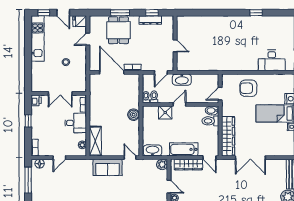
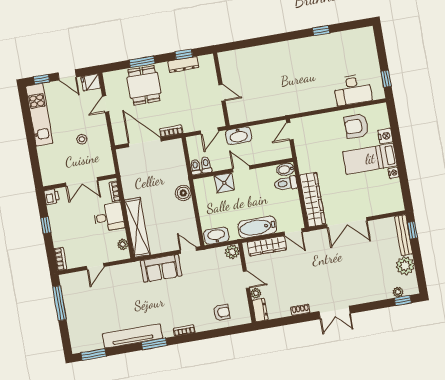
armchair: (248, 88) -> (357, 126), moved
door: (220, 94) -> (290, 131), moved
door: (179, 104) -> (241, 169), hinge flipped
shelving: (95, 141) -> (137, 227), width x1.47
floor lamp: (40, 164) -> (71, 279), removed

